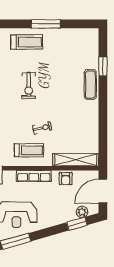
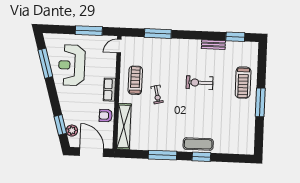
window: (103, 66) -> (201, 157), moved
window: (103, 120) -> (163, 155), added
treadmill: (29, 150) -> (135, 80), turned 180
row of seats: (34, 176) -> (109, 90), width x0.68

